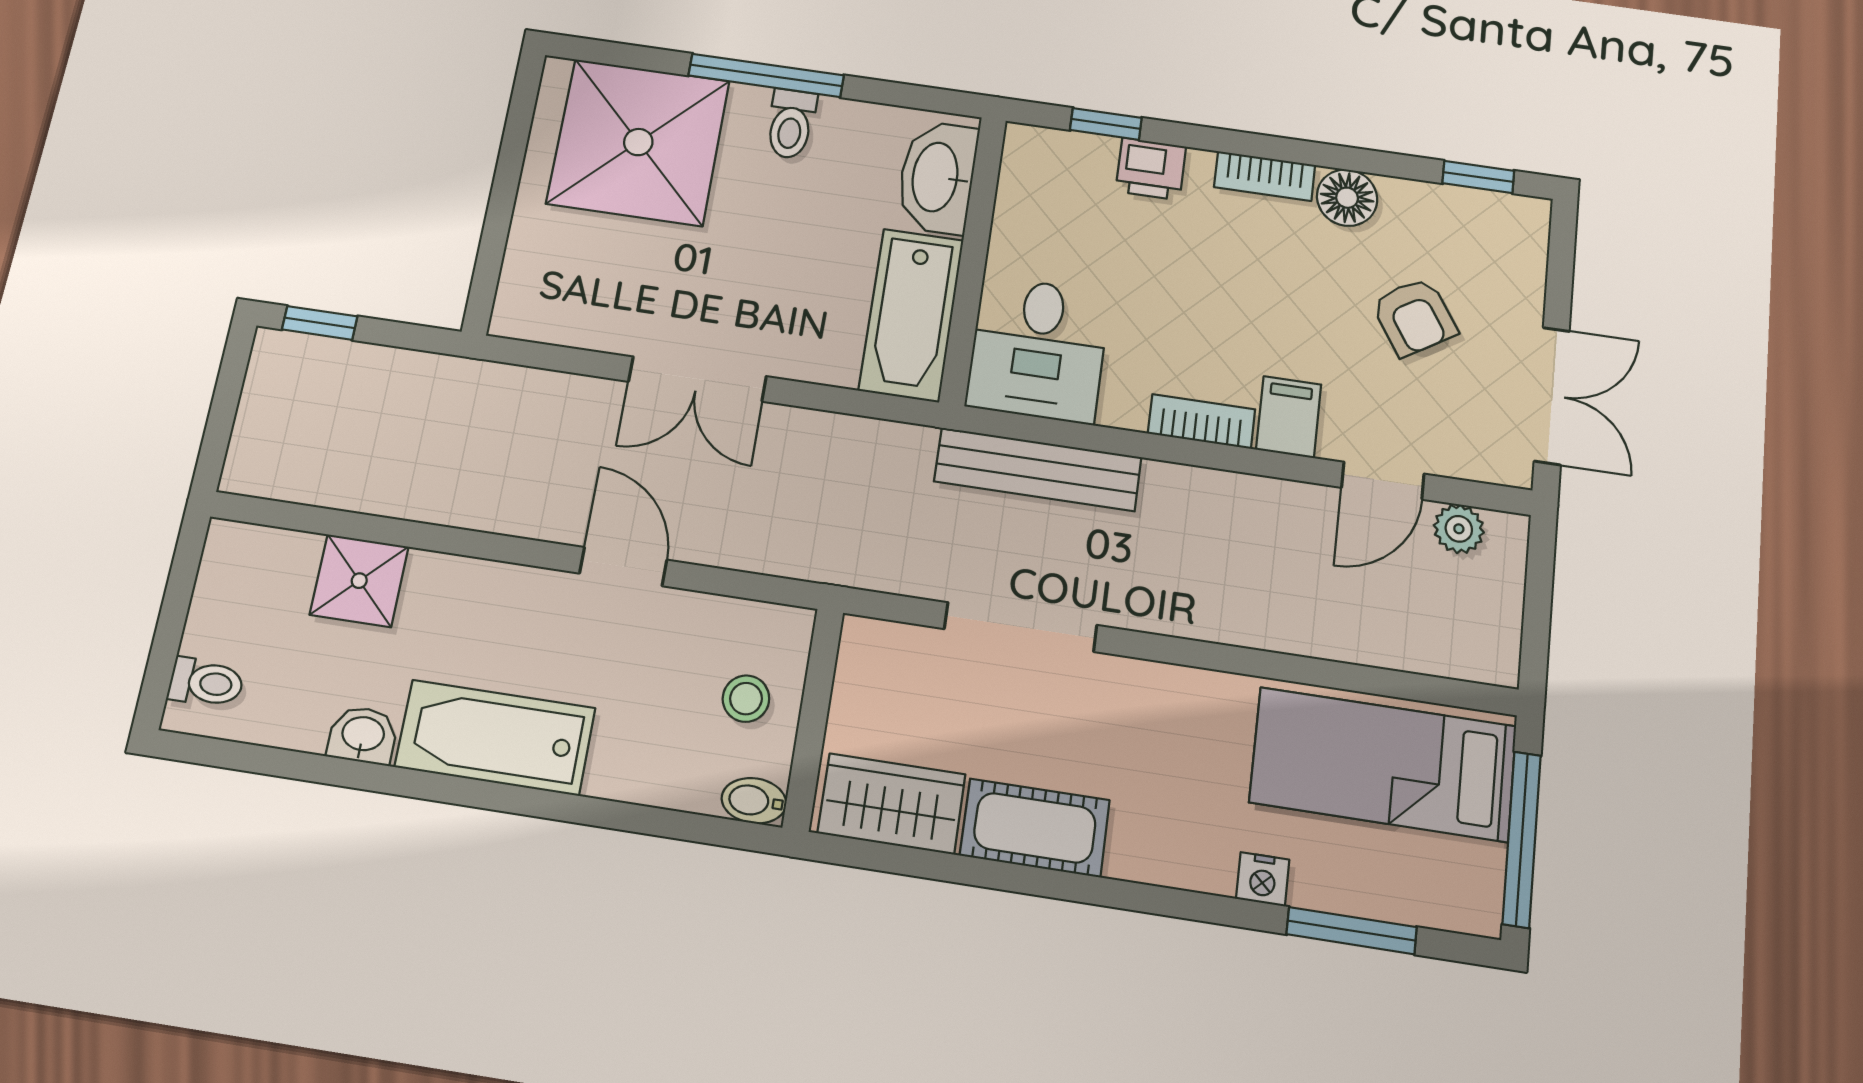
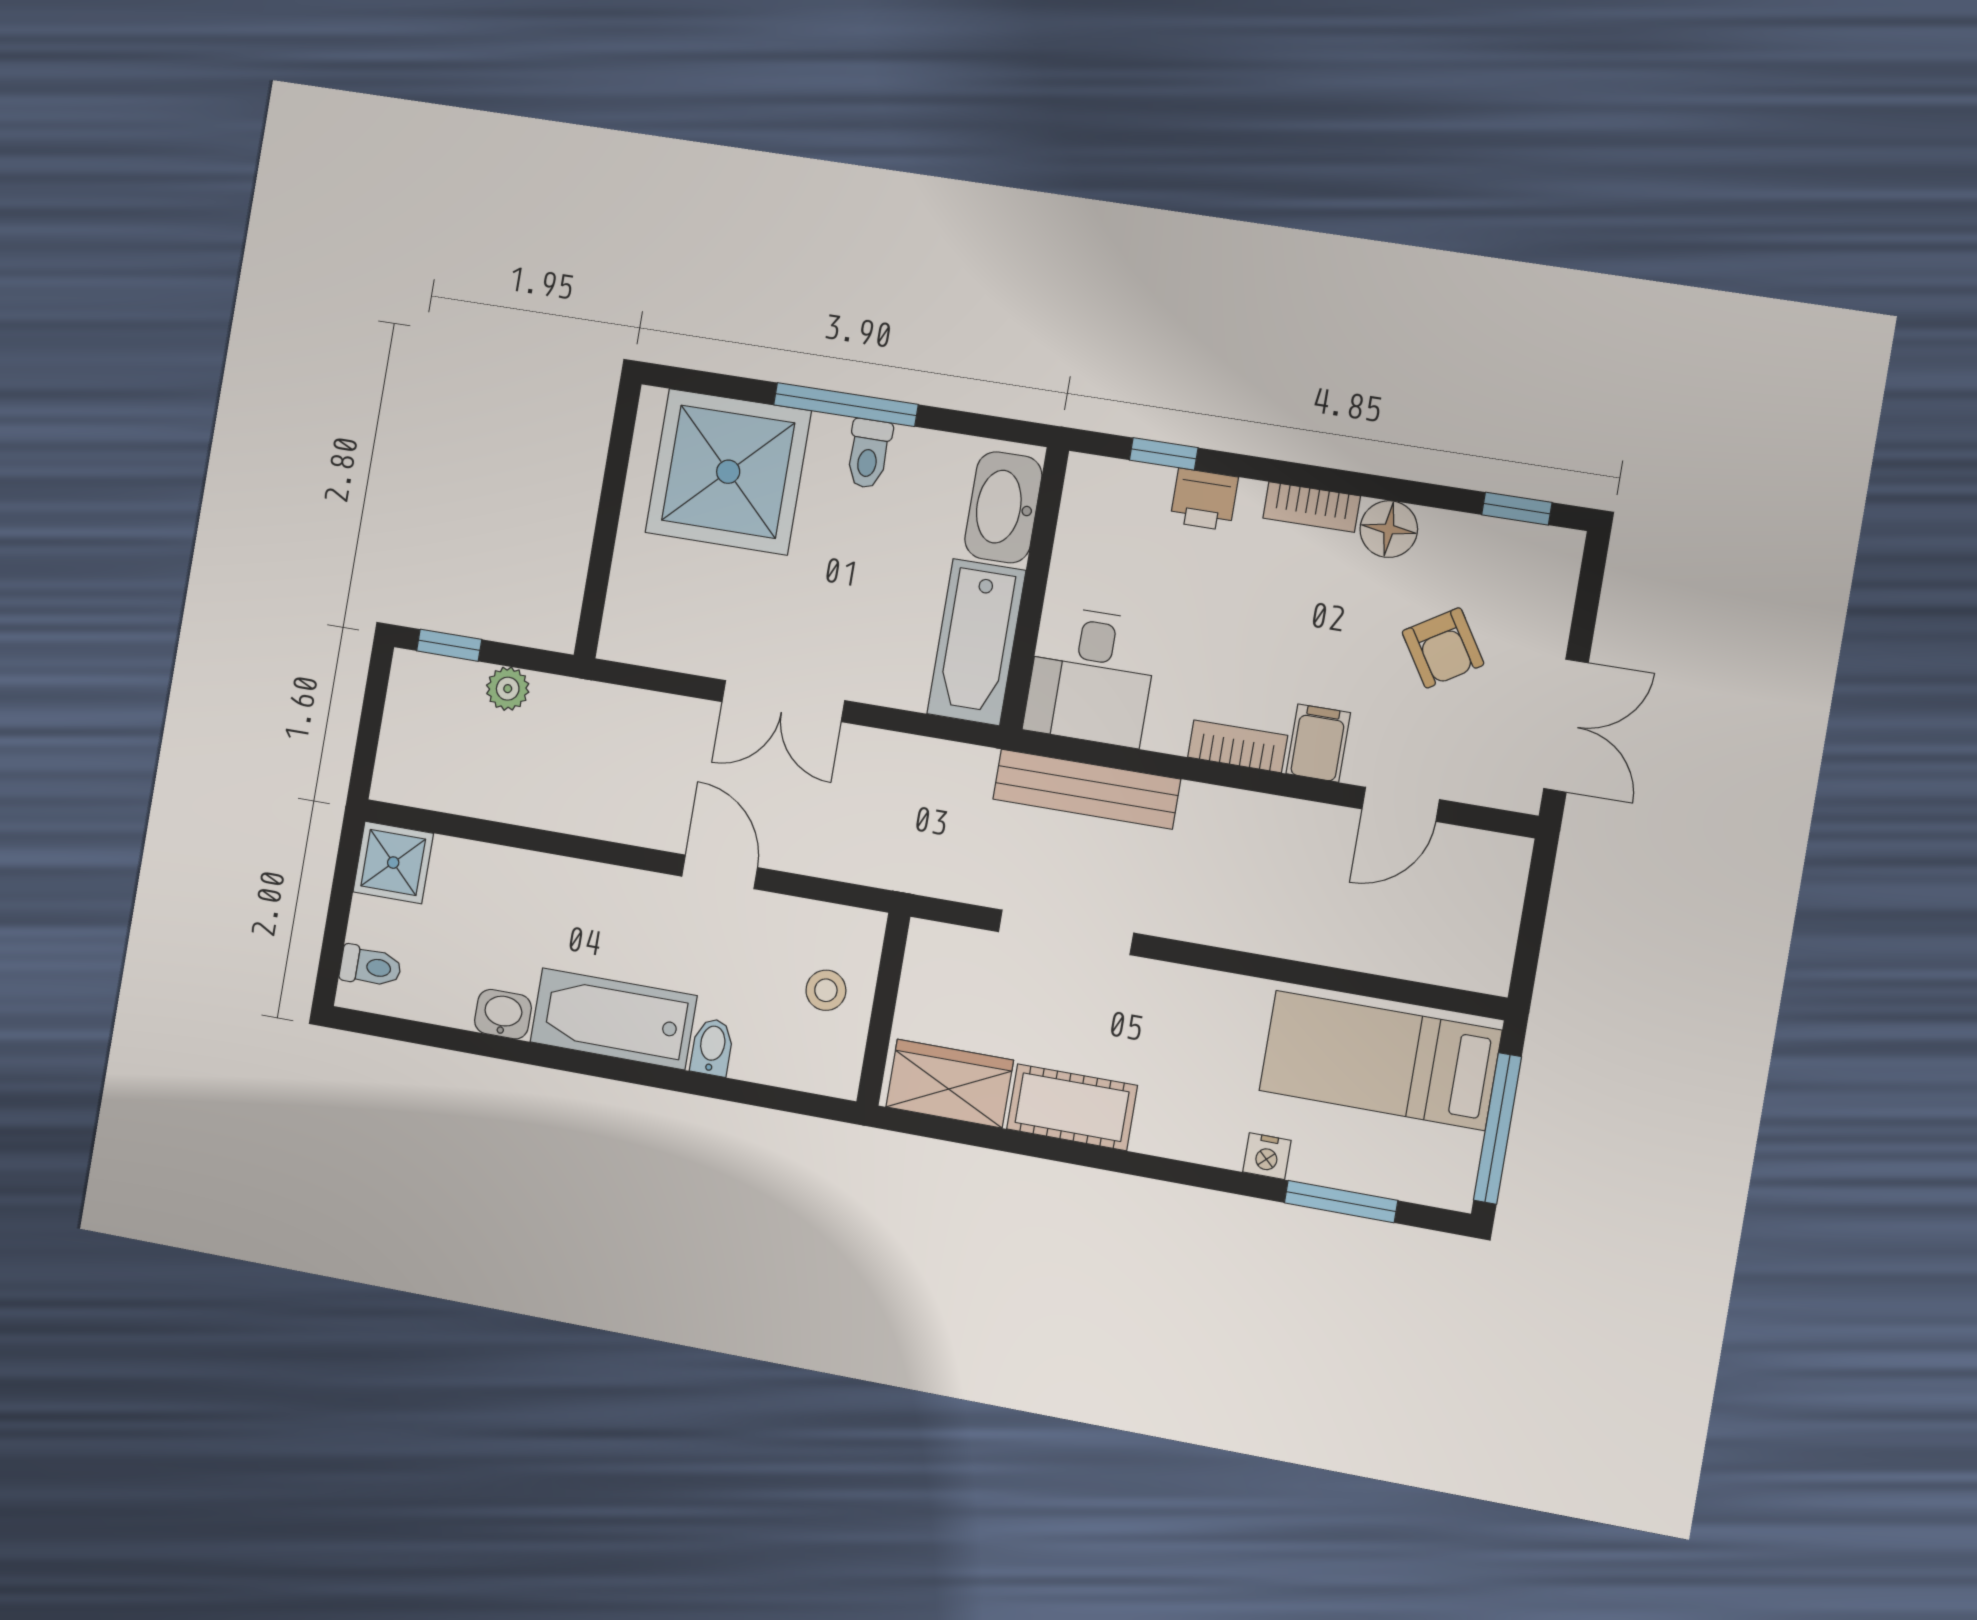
plant: (1459, 529) -> (508, 689), moved
shower: (359, 581) -> (393, 863), moved
bidet: (754, 801) -> (712, 1047), moved, turned 90

